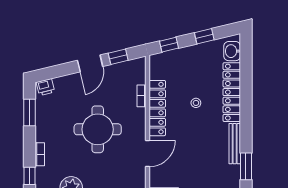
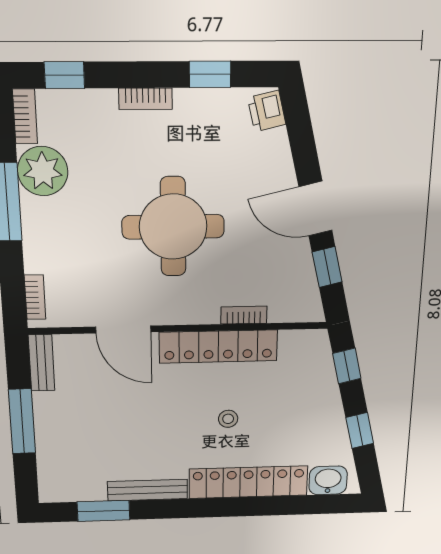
window: (29, 113) -> (210, 74), width x0.67
bookcase: (40, 154) -> (145, 99), moved

